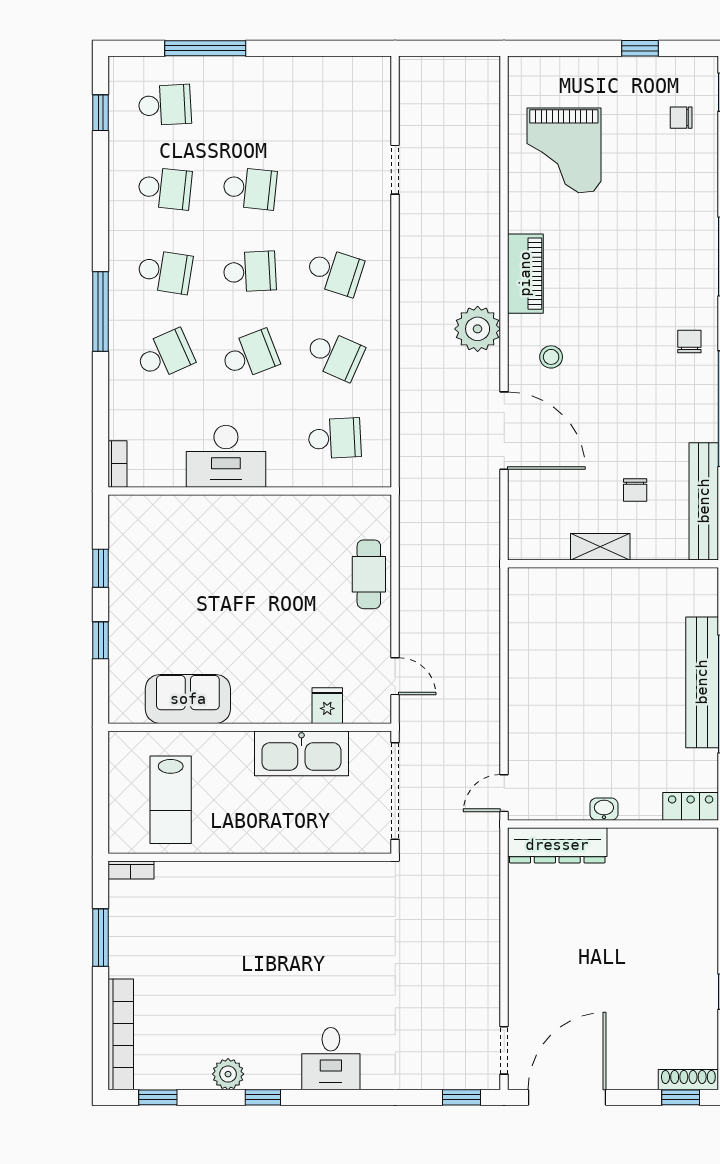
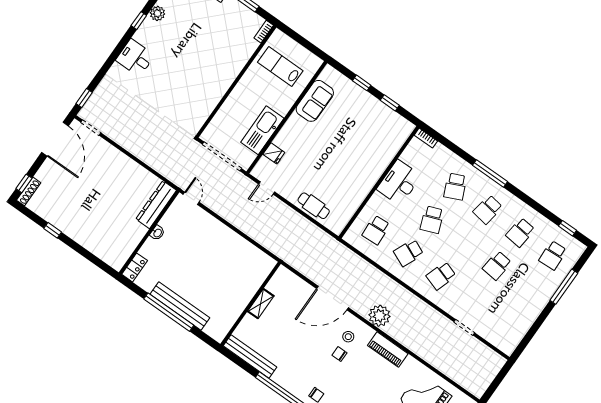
school desk: (250, 272) -> (464, 243), removed
chair: (635, 490) -> (339, 354), moved

